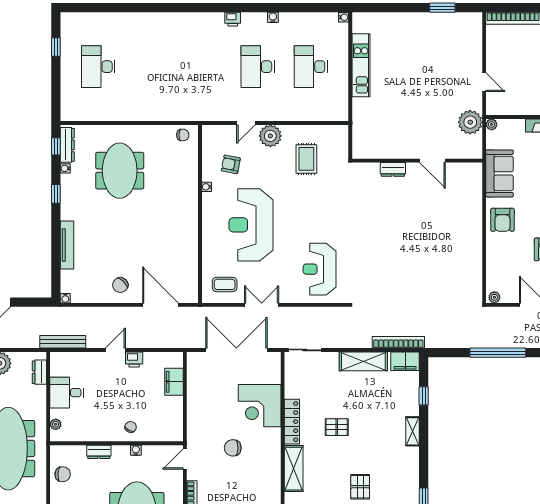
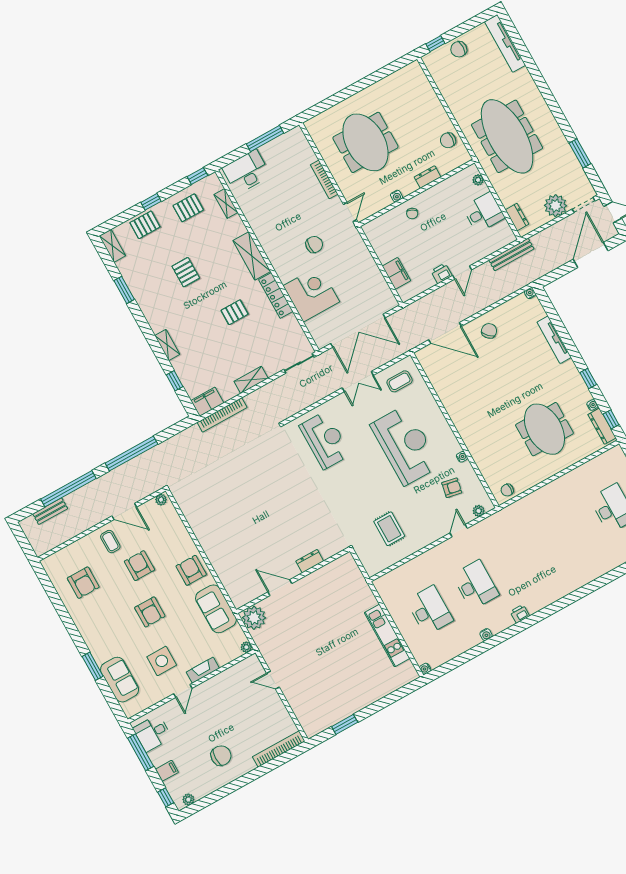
plant: (470, 122) -> (254, 618), moved
plant: (270, 136) -> (479, 511), moved, width x0.53, depth x0.53
shelving: (363, 361) -> (251, 380), width x0.67, depth x0.75

